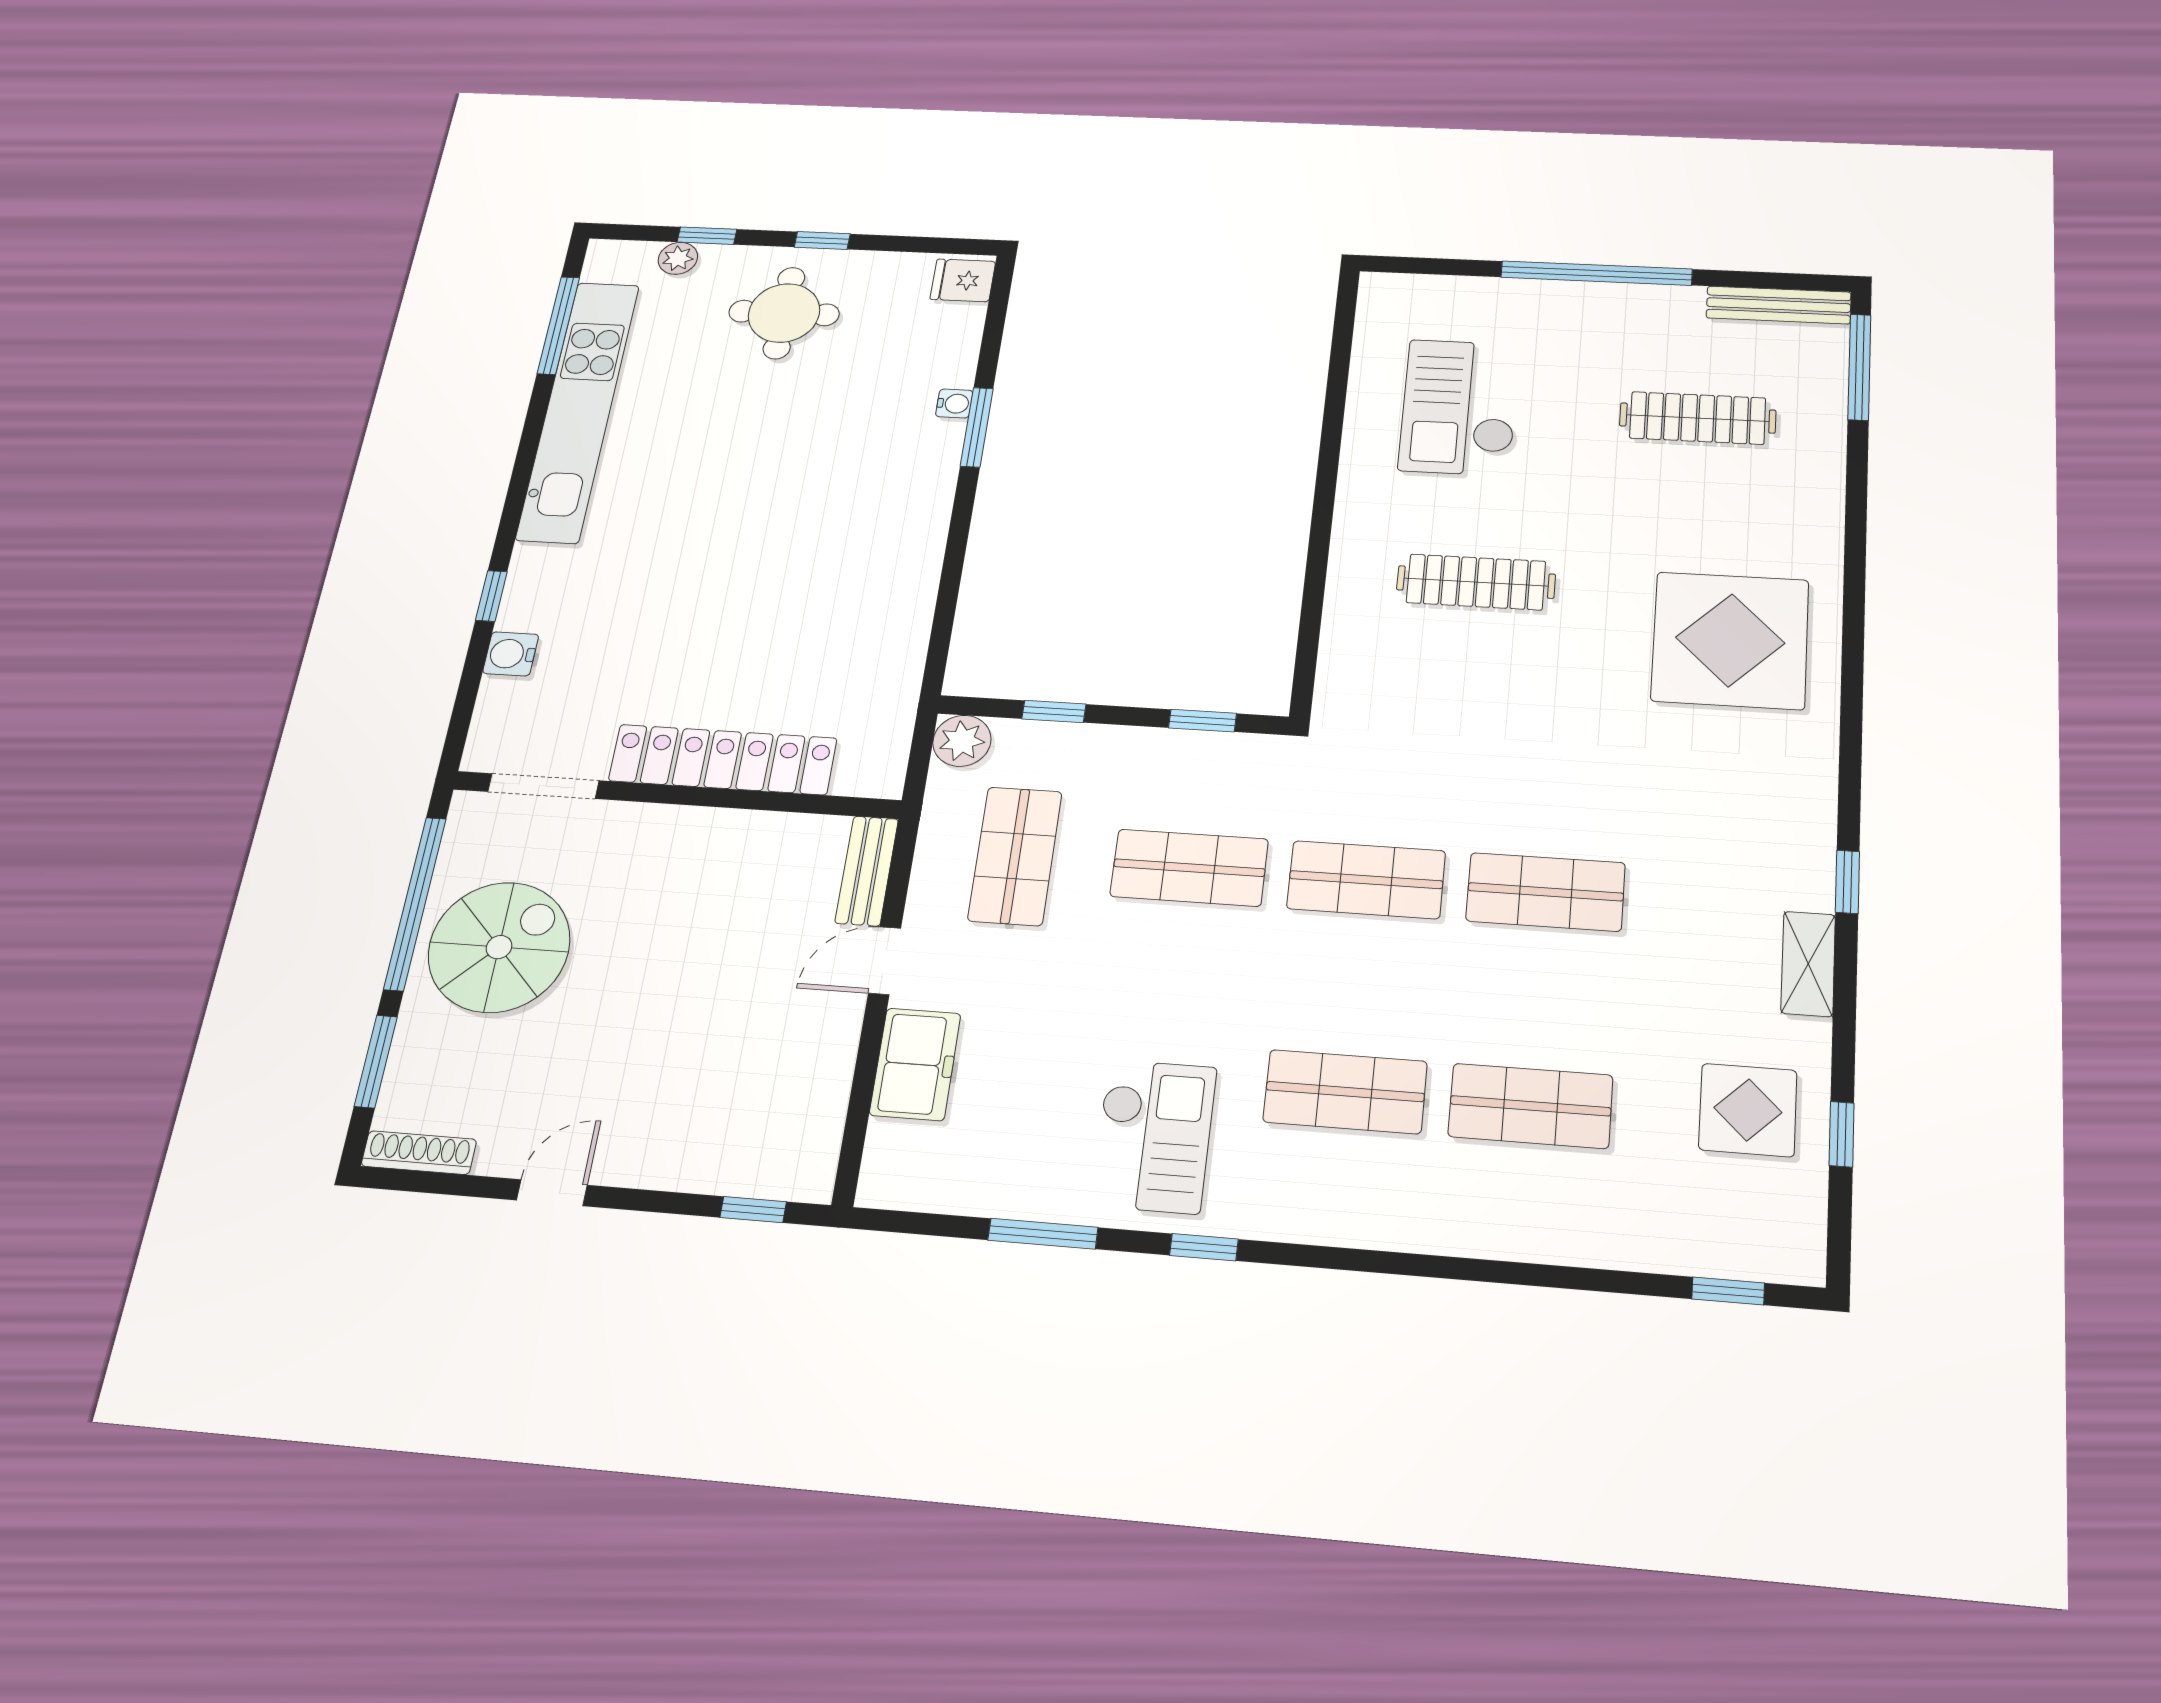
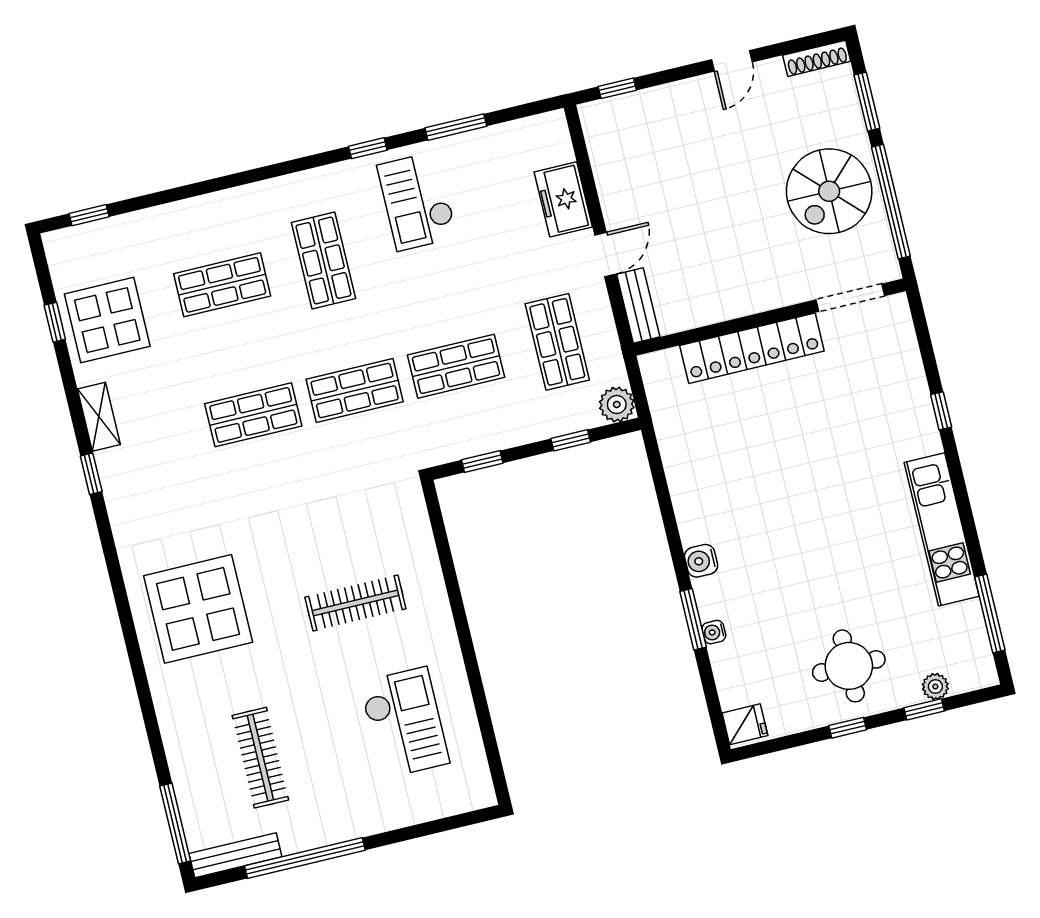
window: (1596, 273) -> (305, 858), moved
kitchen unit: (578, 411) -> (942, 529), width x0.73
clothes rail: (1698, 418) -> (260, 758), turned 90
water cooler: (511, 654) -> (701, 561), moved, turned 180
shop shelf: (1345, 1092) -> (323, 260), turned 90
display table: (1748, 1110) -> (107, 320), width x1.36, depth x1.36

